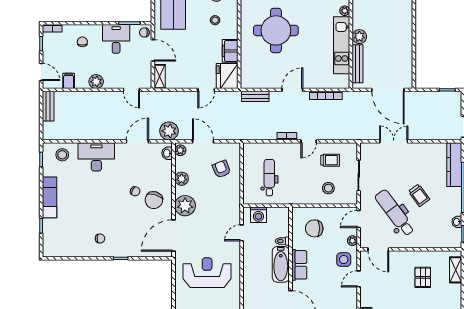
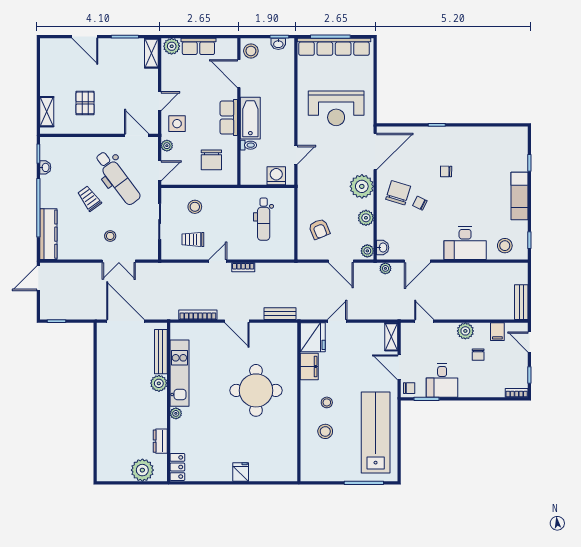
chair: (82, 42) -> (478, 355), moved
door: (292, 90) -> (237, 321), hinge flipped
plant: (169, 131) -> (385, 268), width x0.53, depth x0.53
stool: (401, 163) -> (110, 236), added
chair: (314, 228) -> (211, 160), turned 90
chair: (100, 239) -> (446, 171), moved

